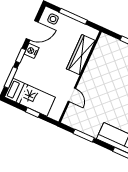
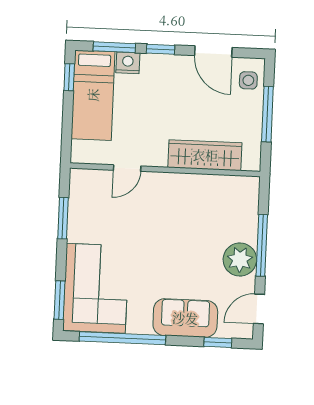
nightstand: (32, 51) -> (128, 63), moved
window: (33, 113) -> (69, 77), moved

